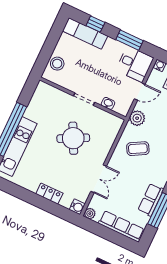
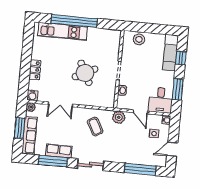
window: (109, 235) -> (20, 128), added

